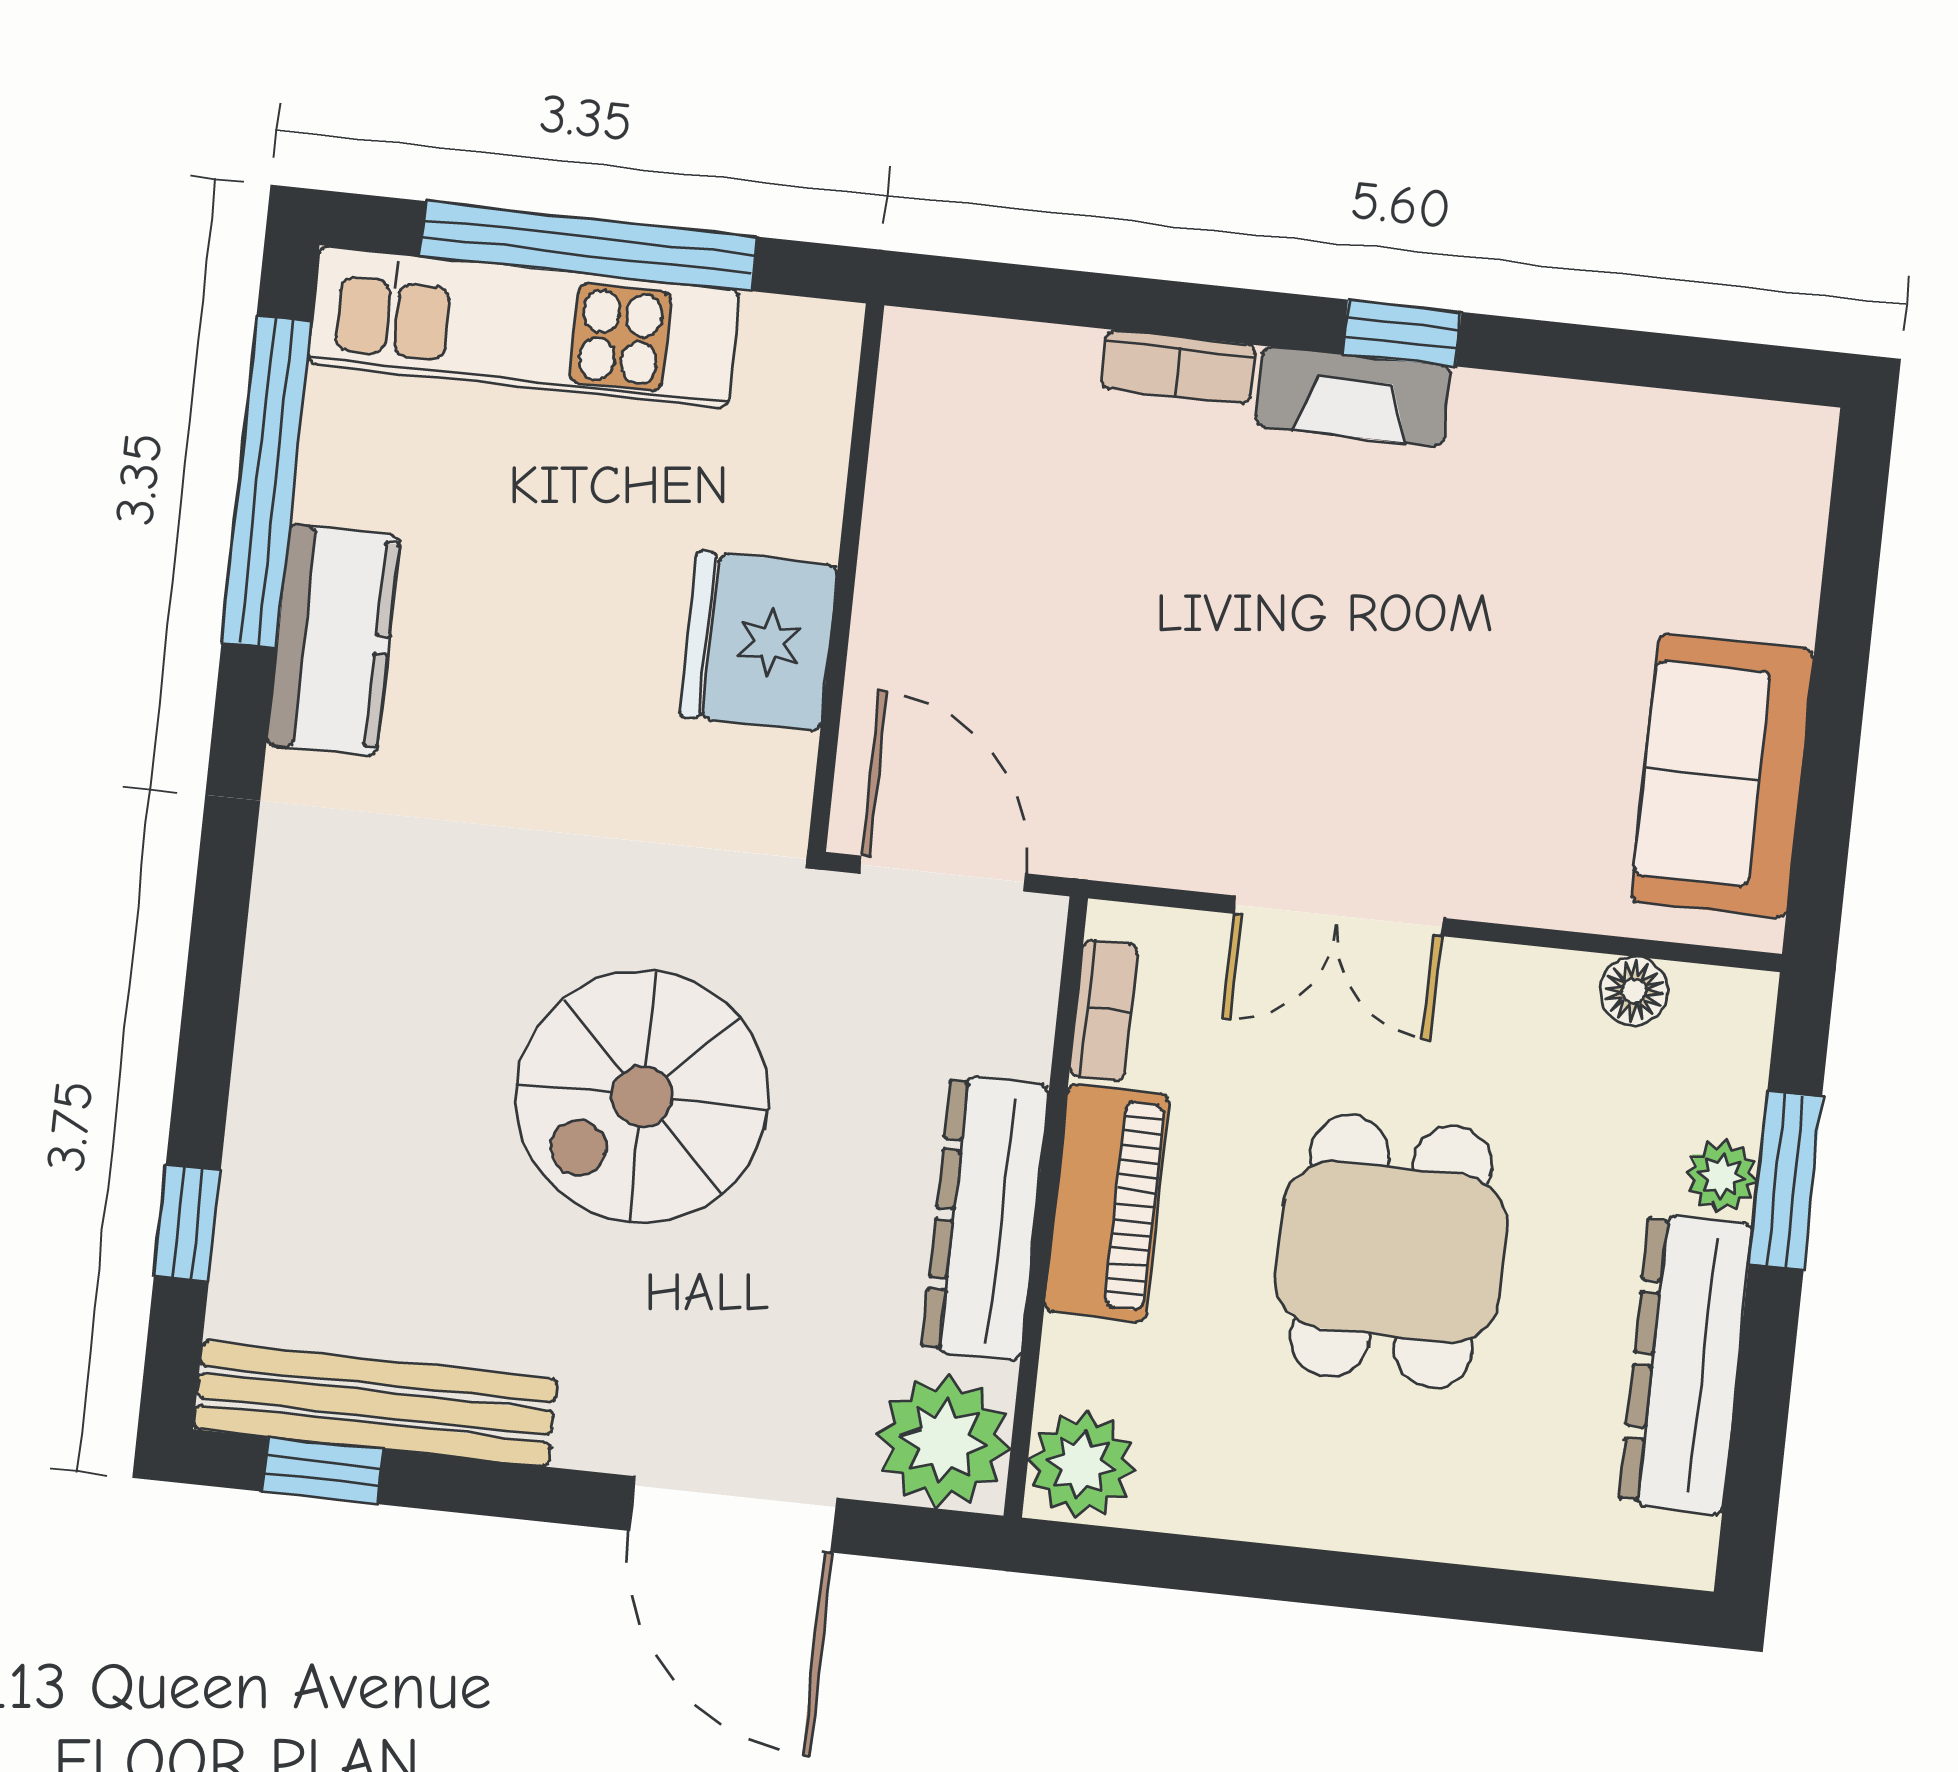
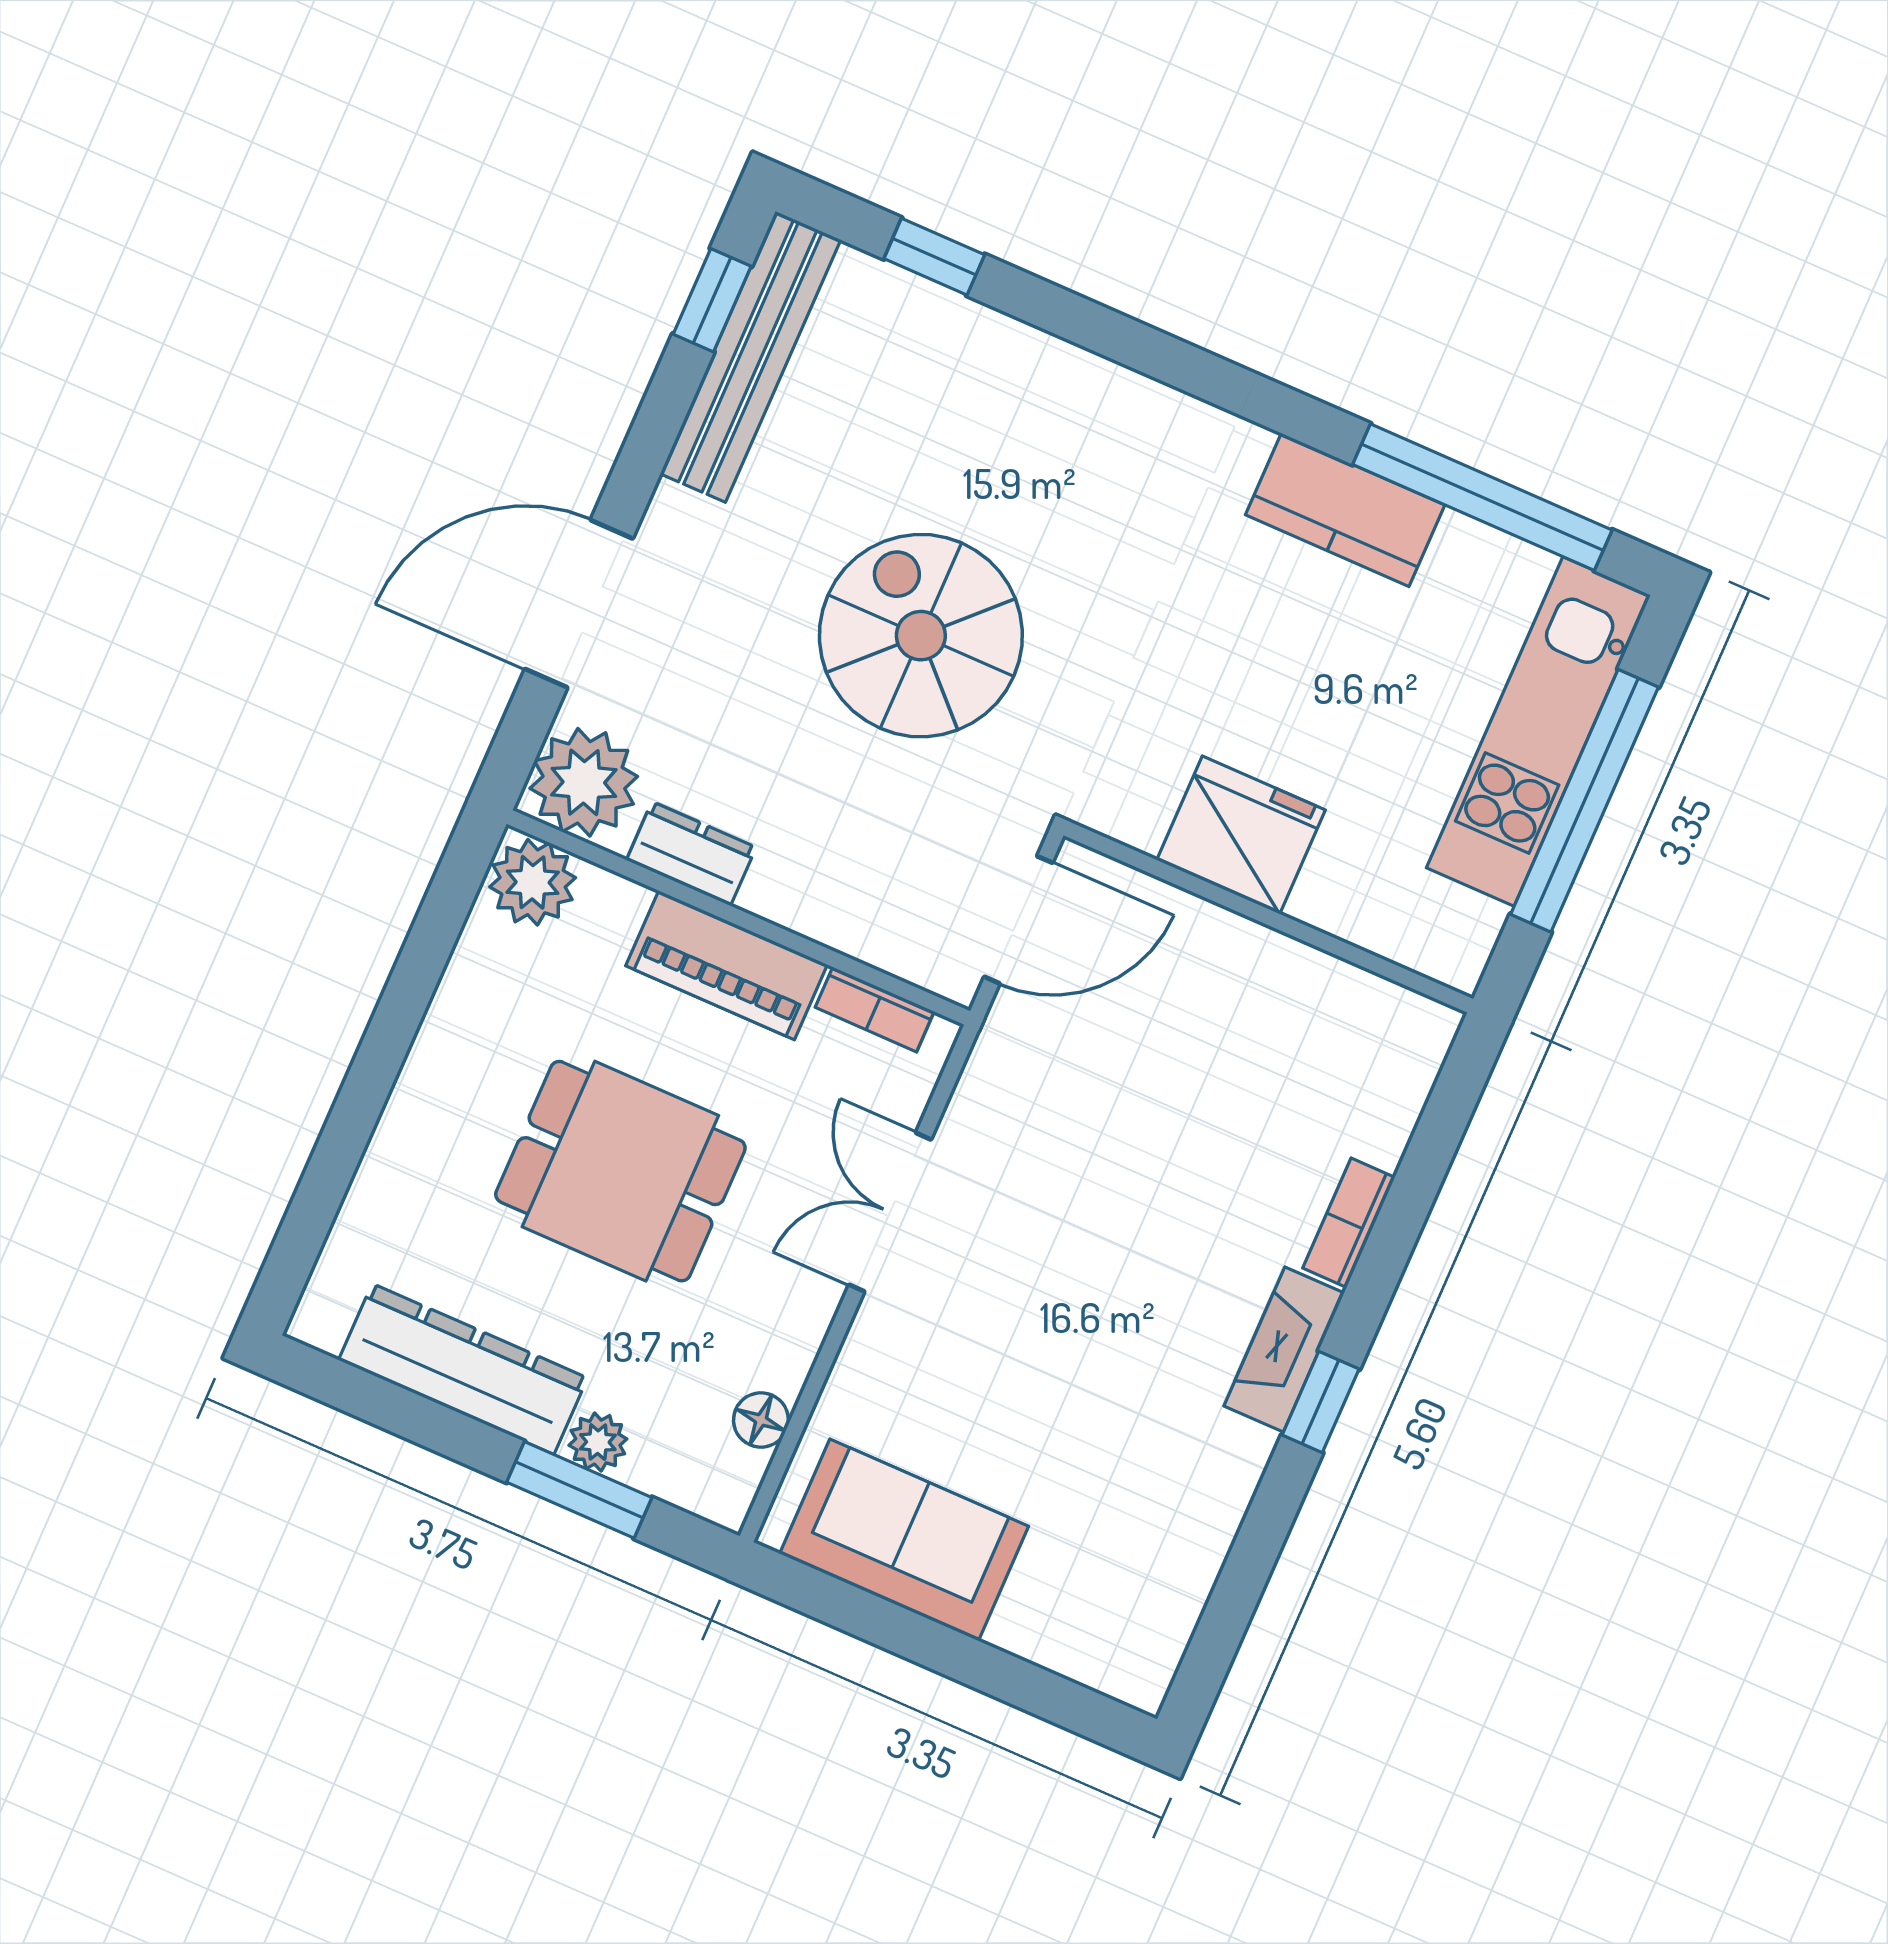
dresser: (985, 1218) -> (691, 854), width x0.51, depth x0.80

